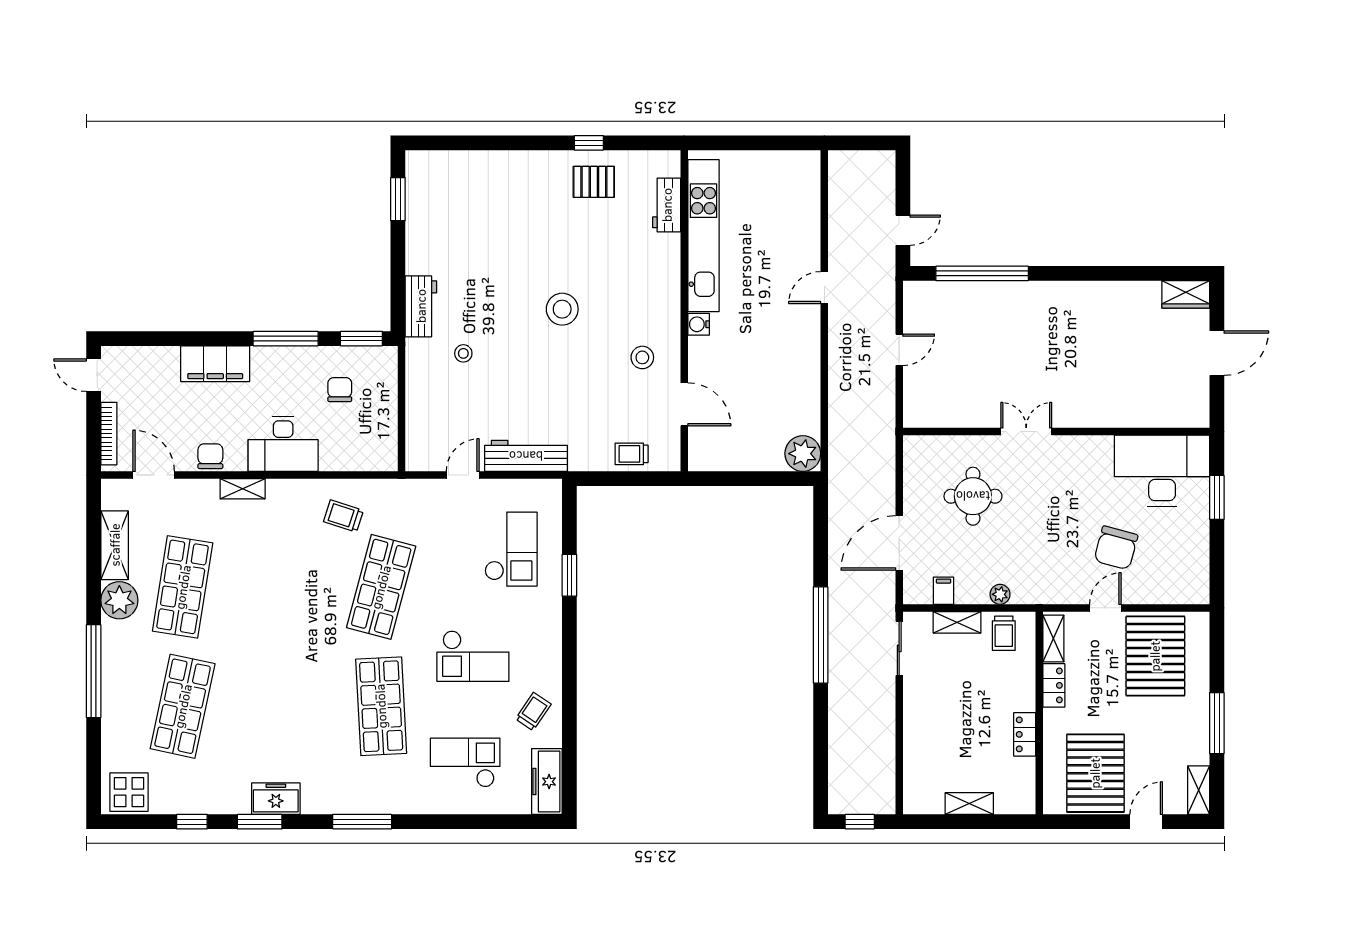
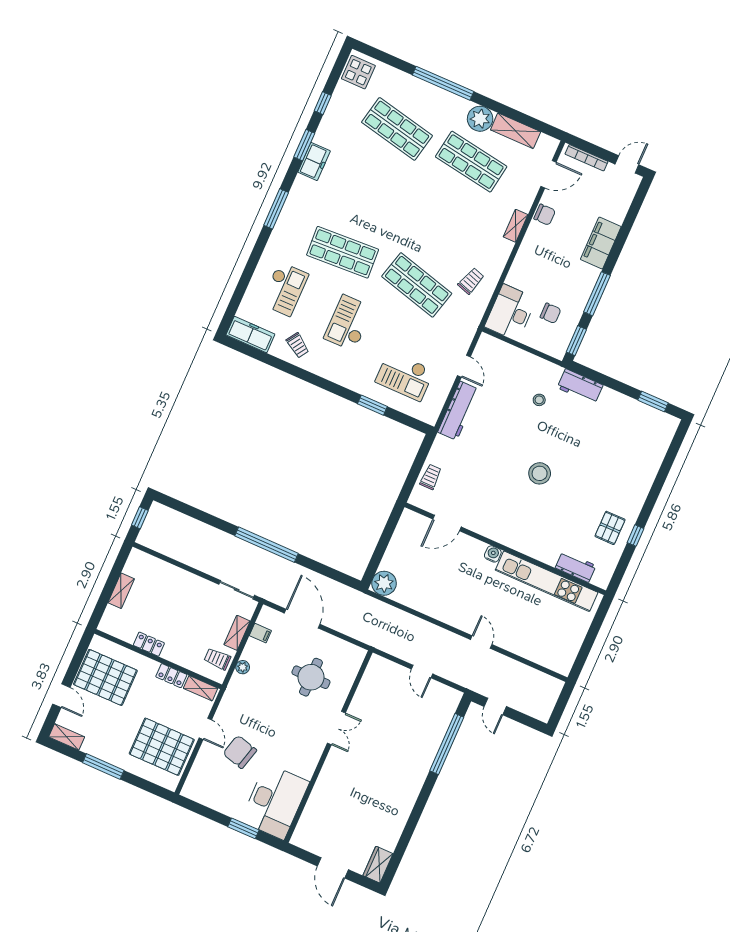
stool: (642, 357) -> (488, 510), removed
desk: (283, 444) -> (511, 313), moved

